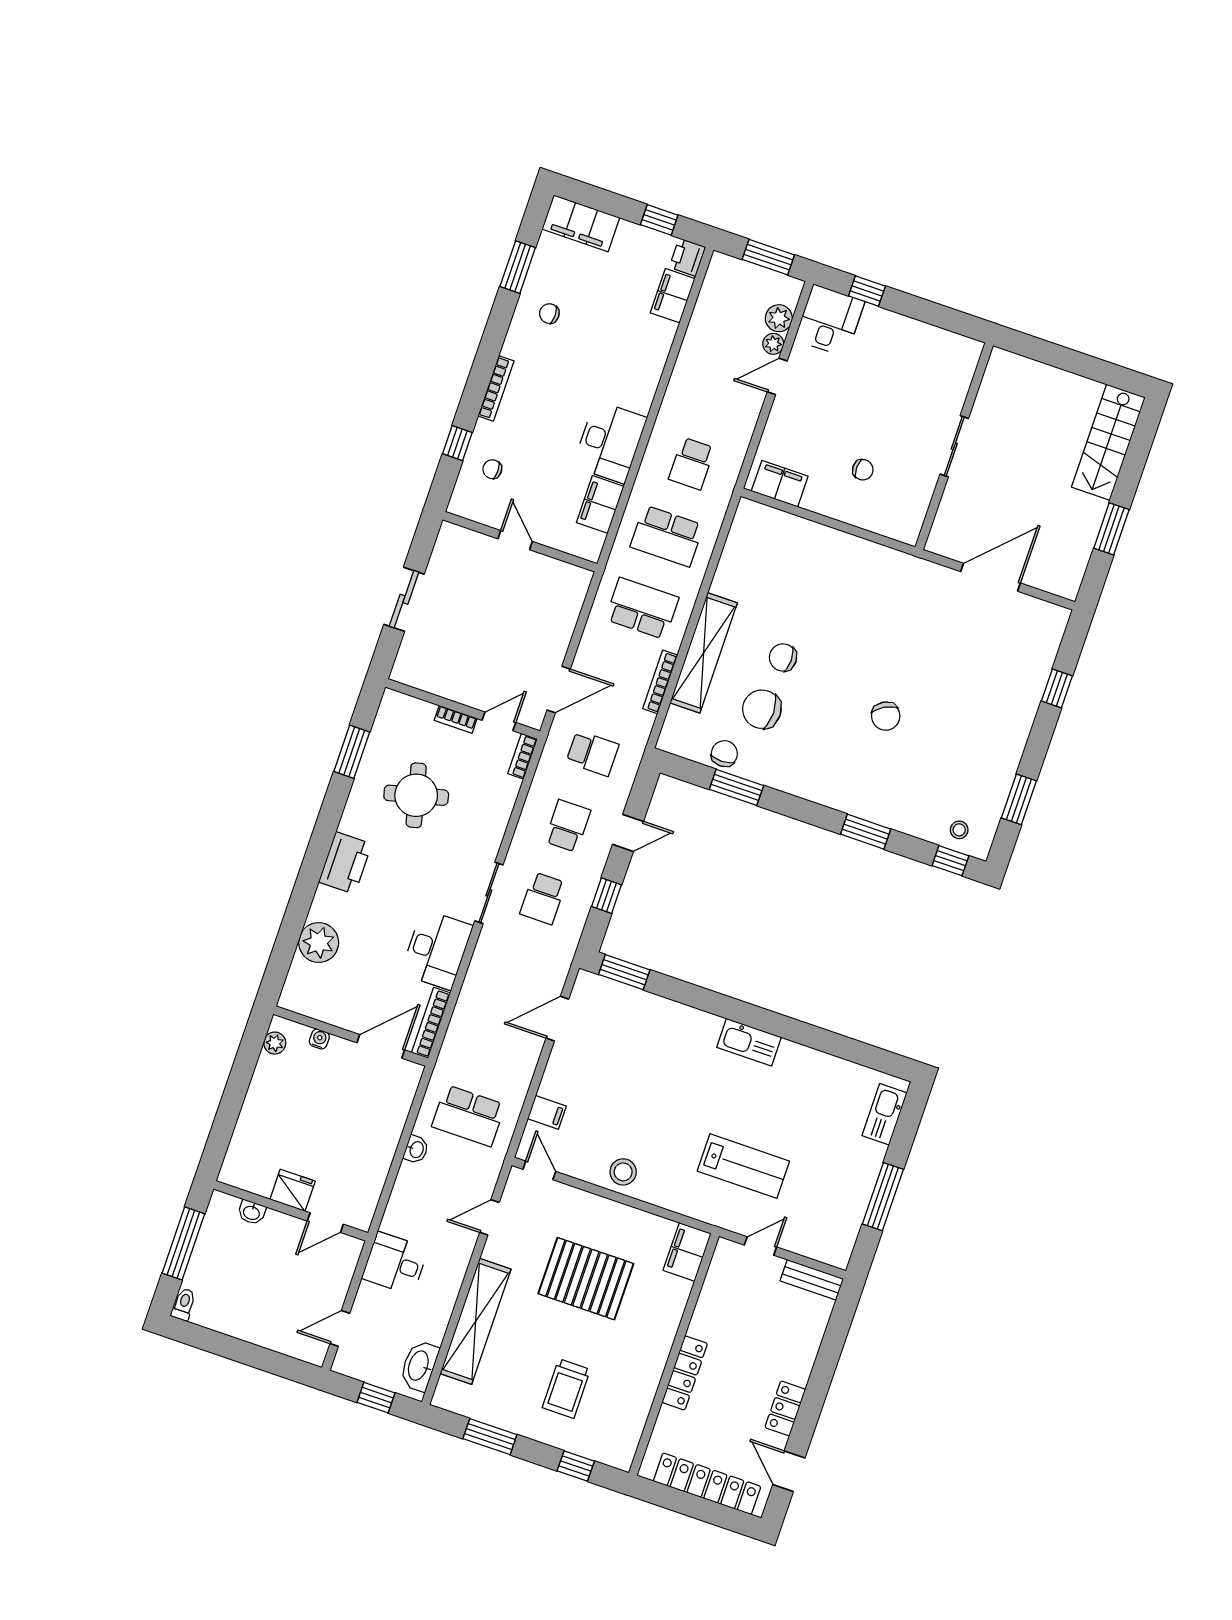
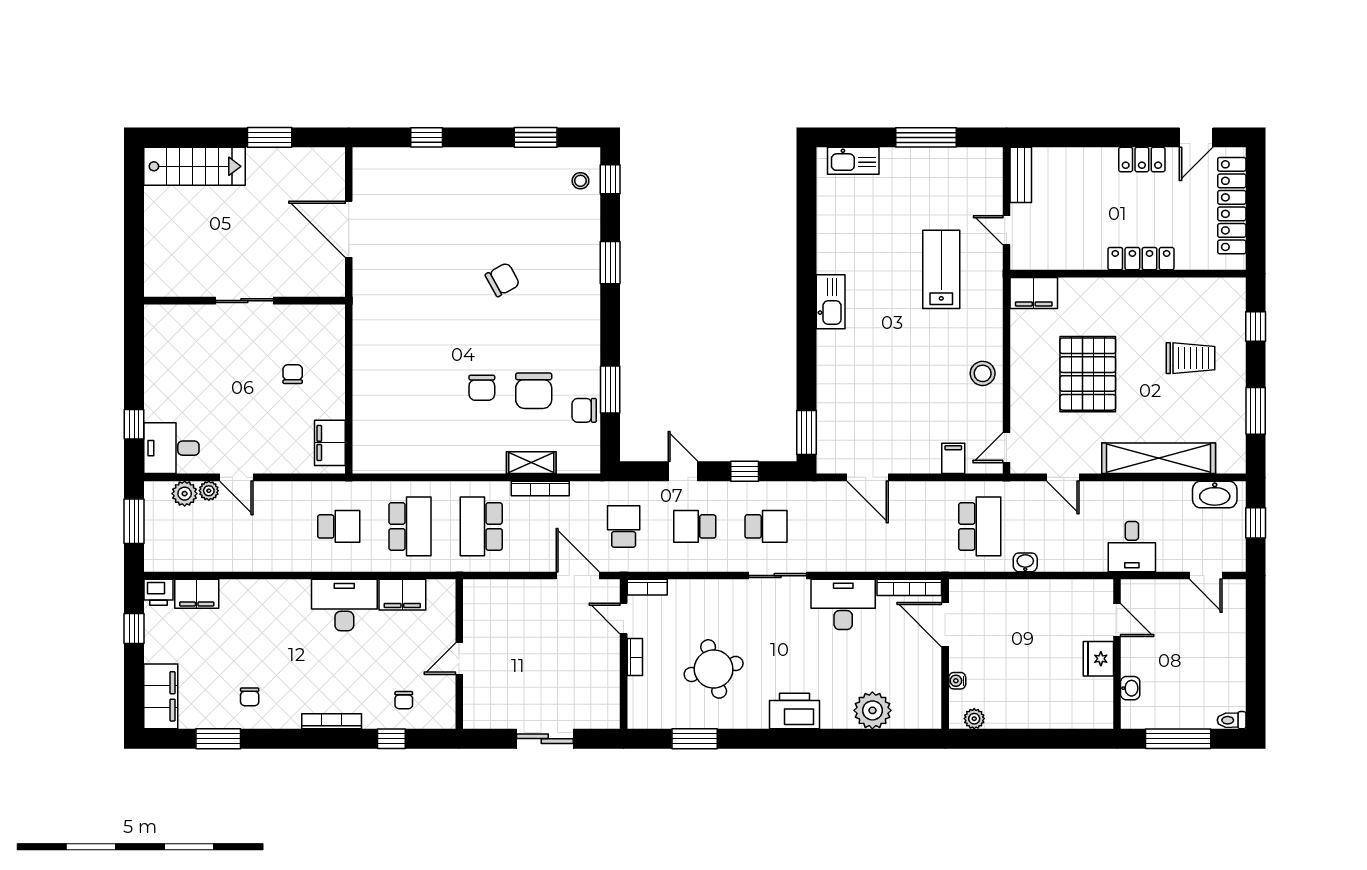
shelving: (704, 653) -> (531, 463), width x0.45, depth x0.75

